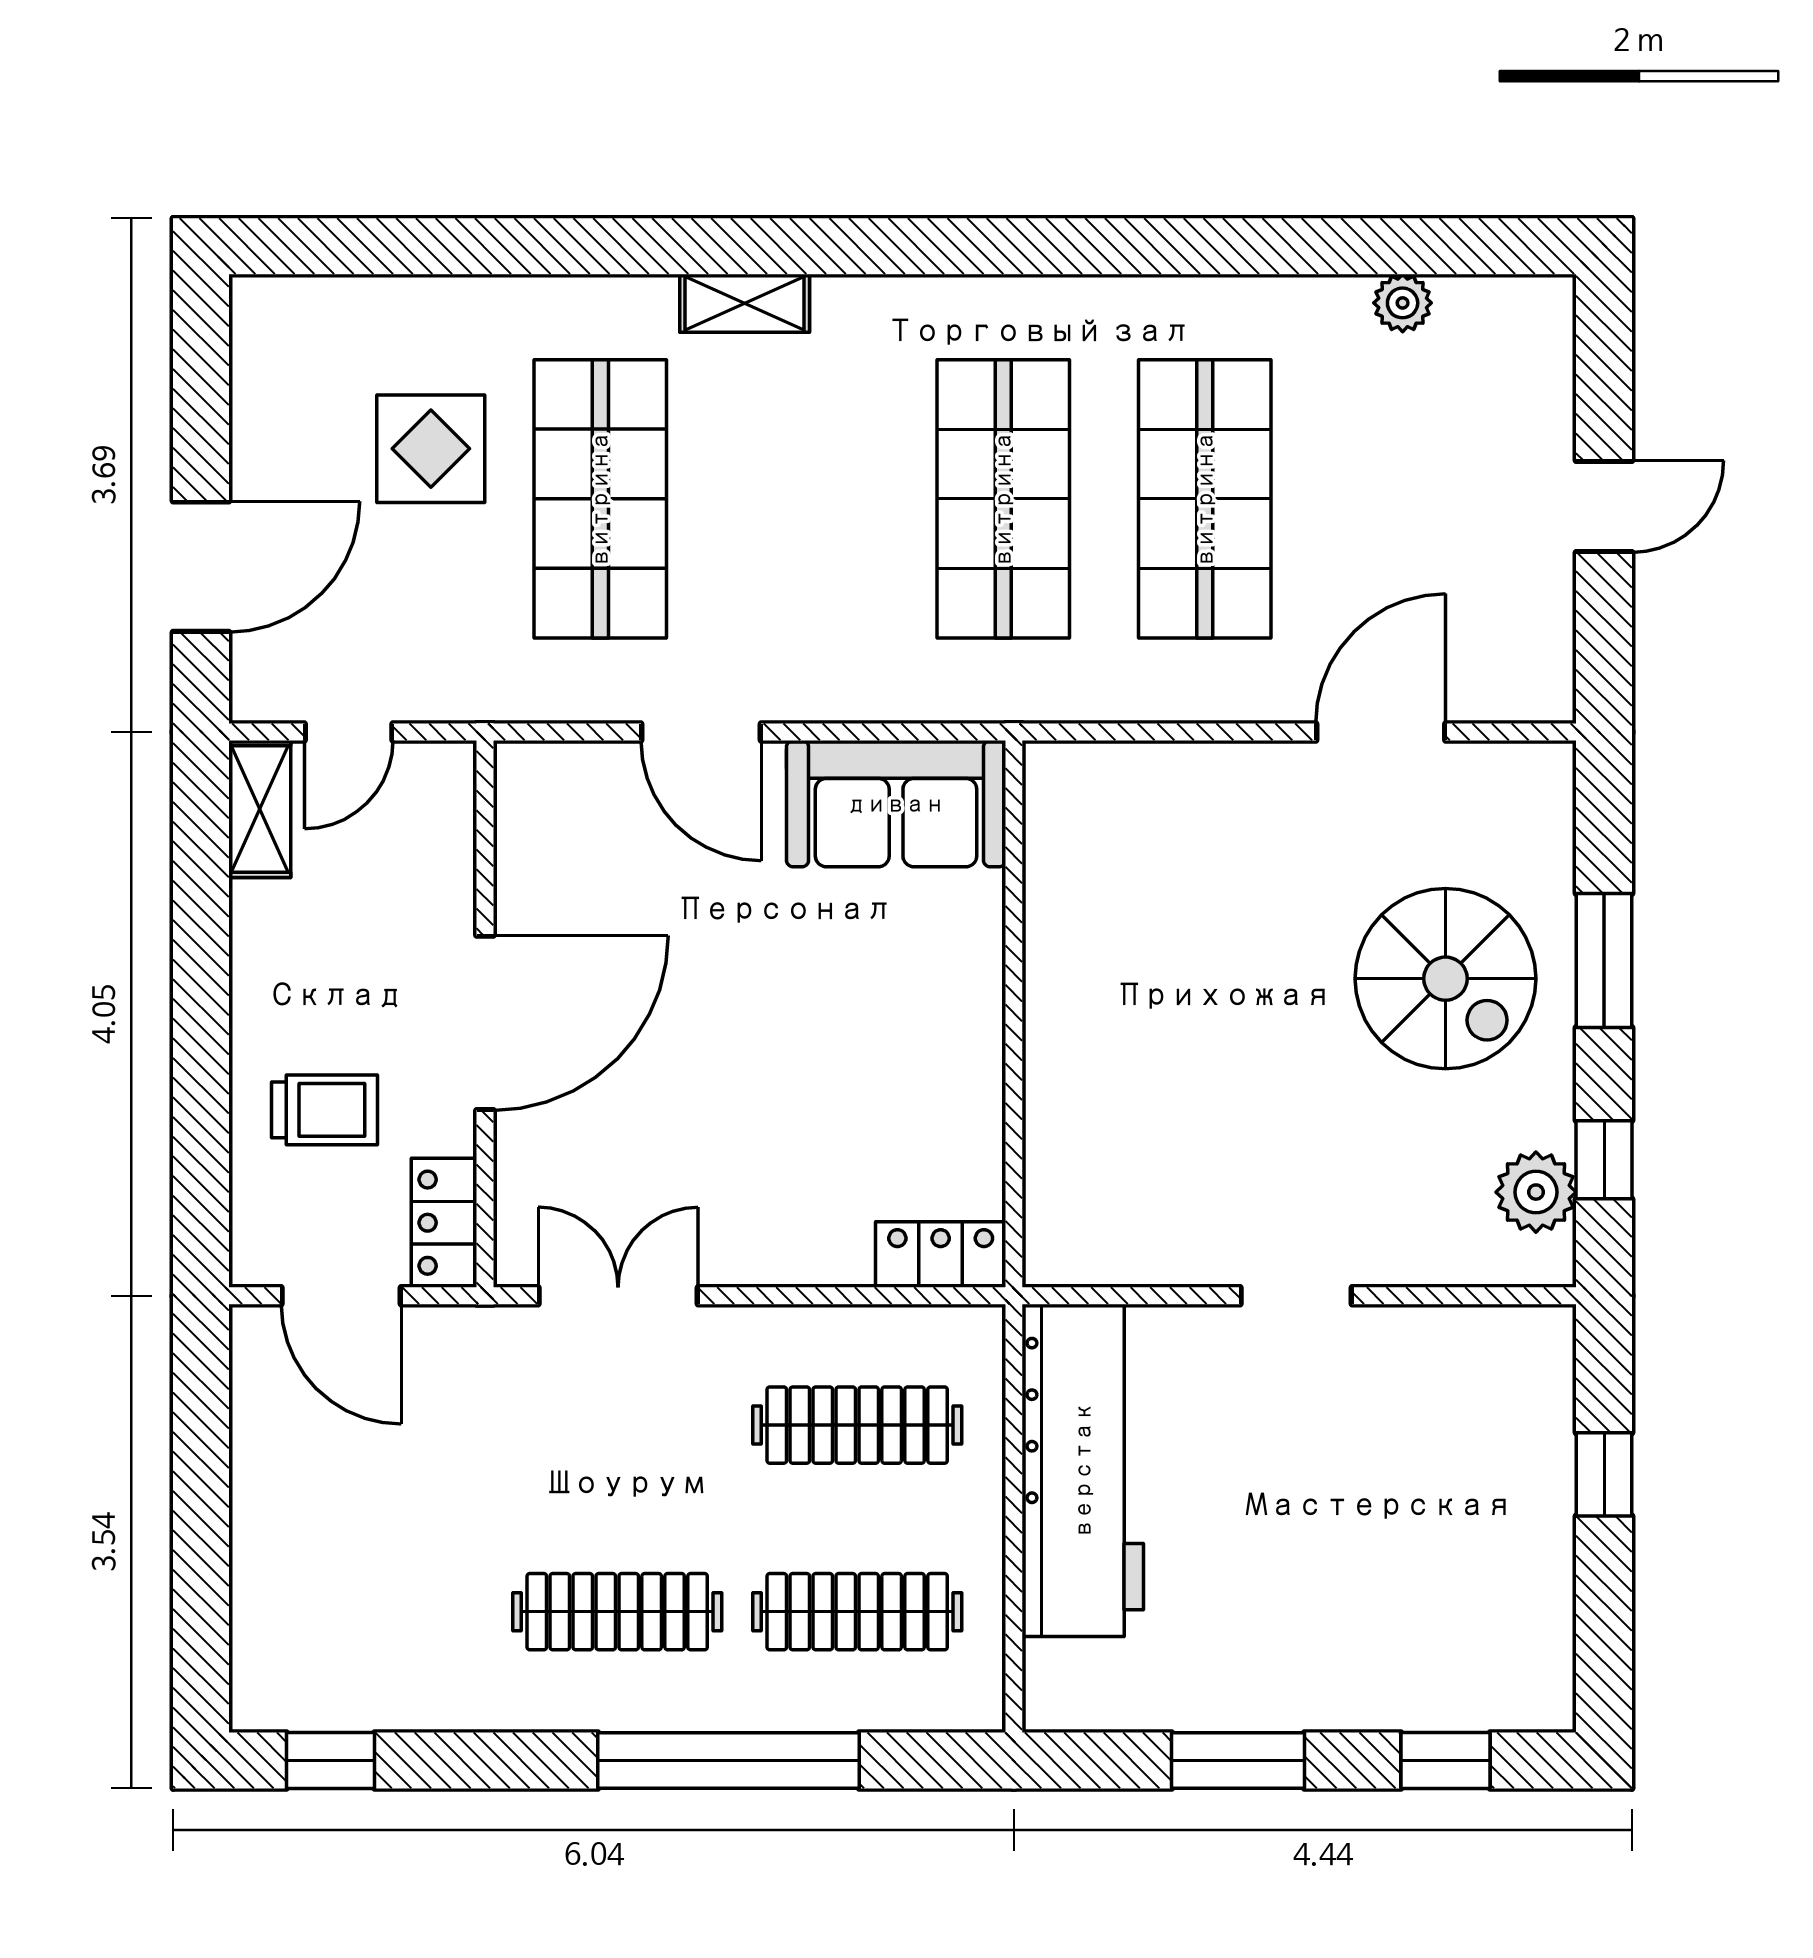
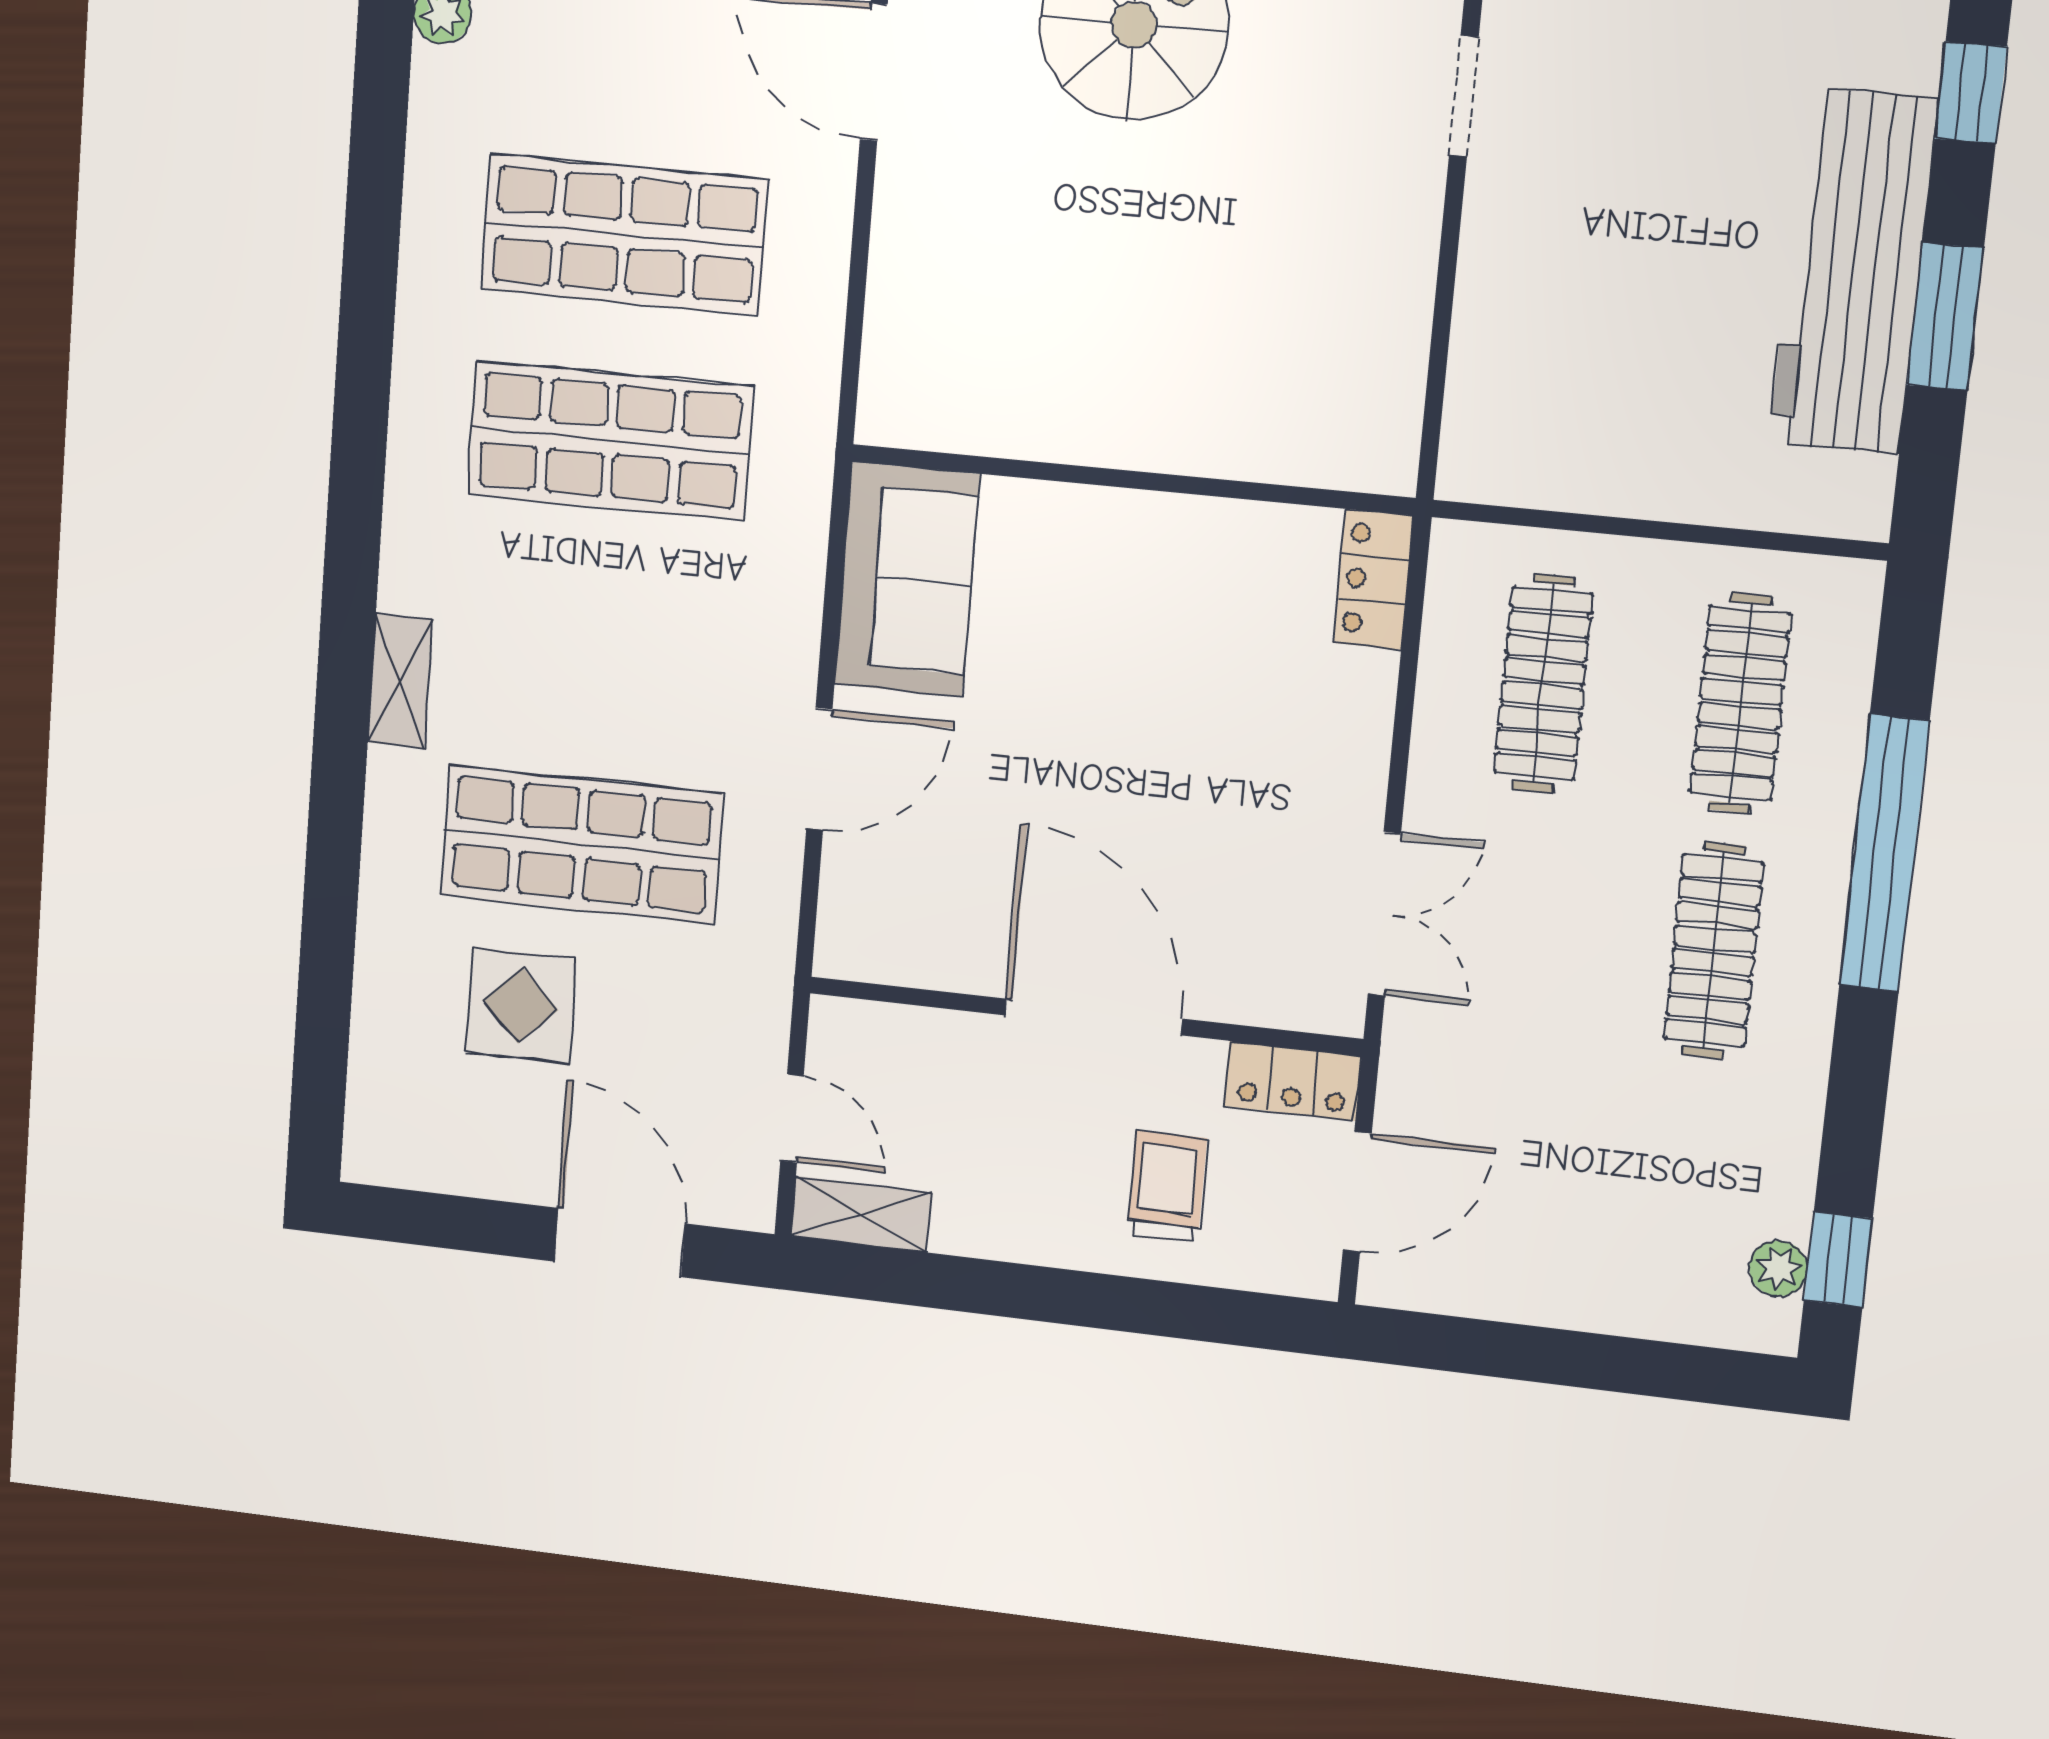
double door: (618, 1296) -> (1384, 914), swing flipped
doorway: (1296, 1296) -> (1464, 96), moved
workbench: (1083, 1470) -> (1853, 271), moved, turned -90
plant: (315, 1705) -> (1778, 1268), added

